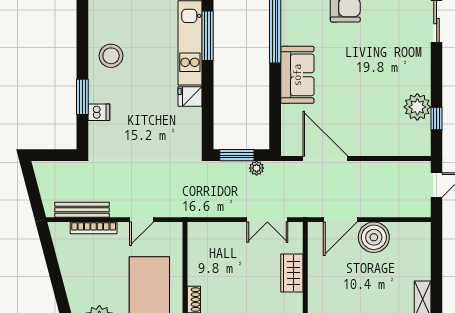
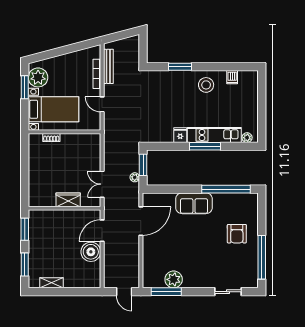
window: (208, 36) -> (205, 146), moved
dishwasher: (99, 112) -> (232, 77), moved
window: (437, 119) -> (166, 292), width x2.17
door: (340, 220) -> (102, 231), hinge flipped

